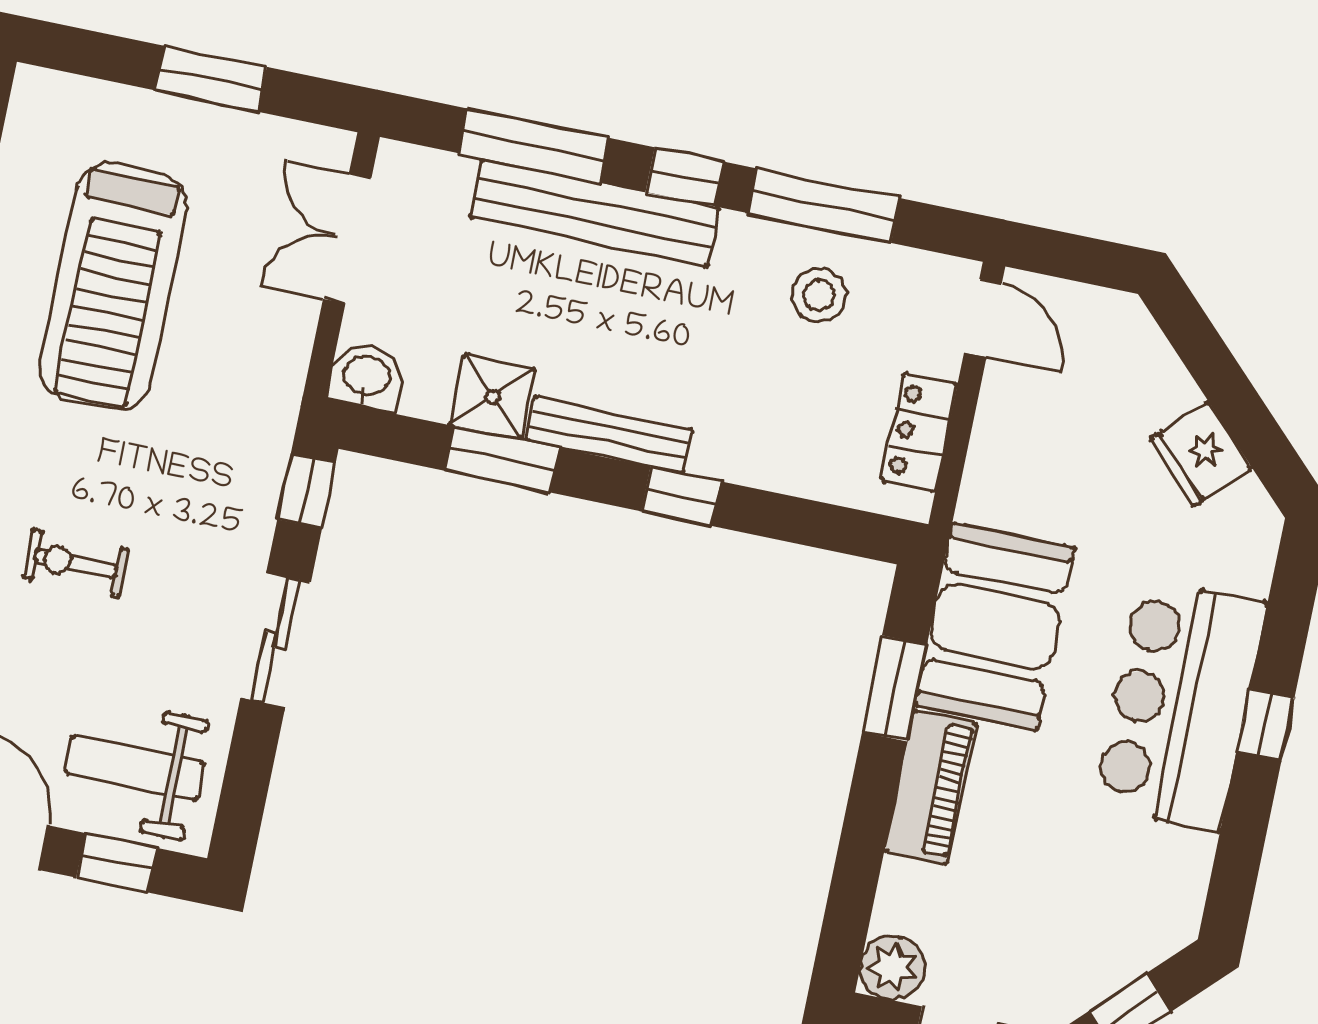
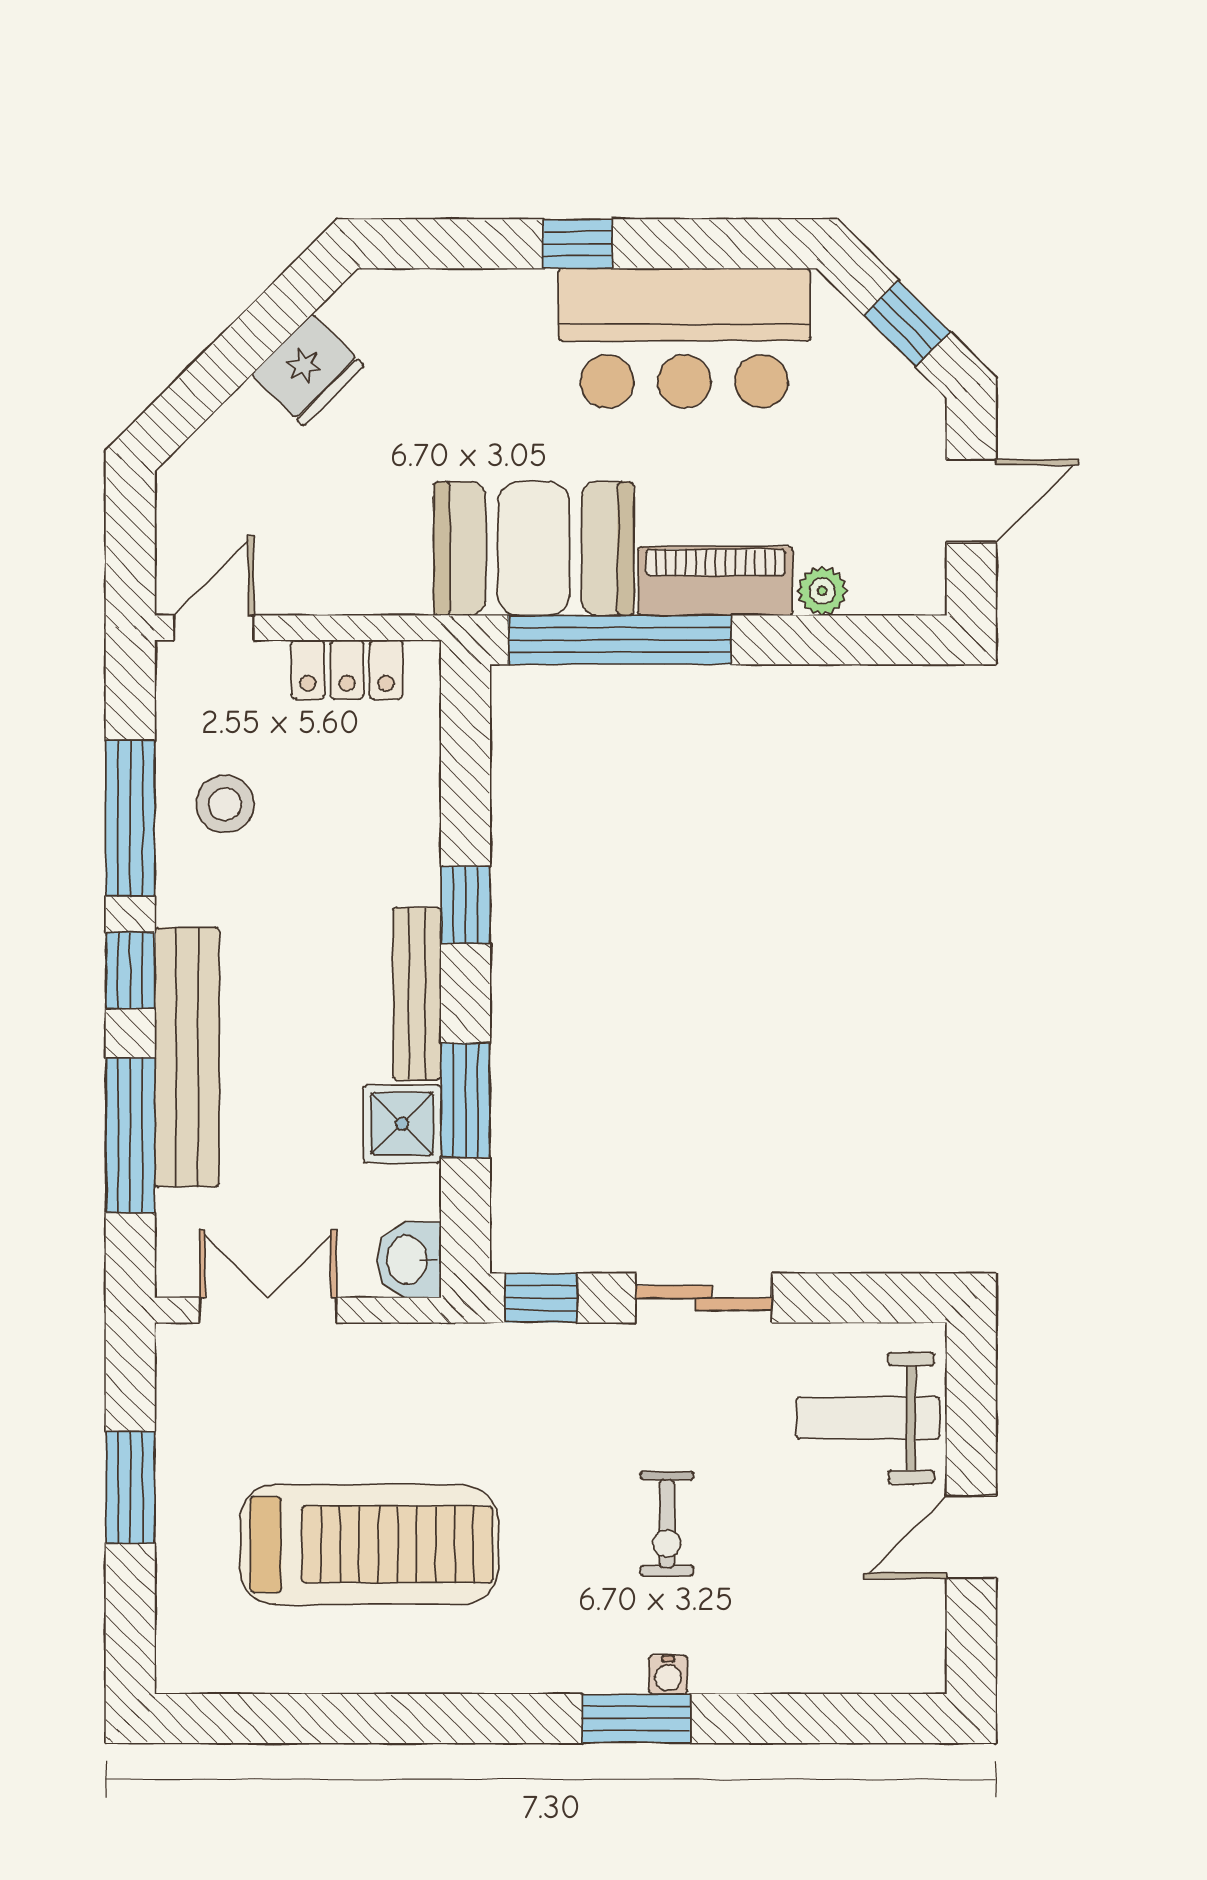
double door: (347, 238) -> (268, 1310), swing flipped
window: (895, 688) -> (620, 640), width x2.11
bar counter: (1180, 705) -> (684, 338), moved
weight bench: (134, 768) -> (868, 1418), turned 90
window: (117, 863) -> (971, 1416), removed
plant: (893, 968) -> (822, 591), moved, width x0.73, depth x0.73

